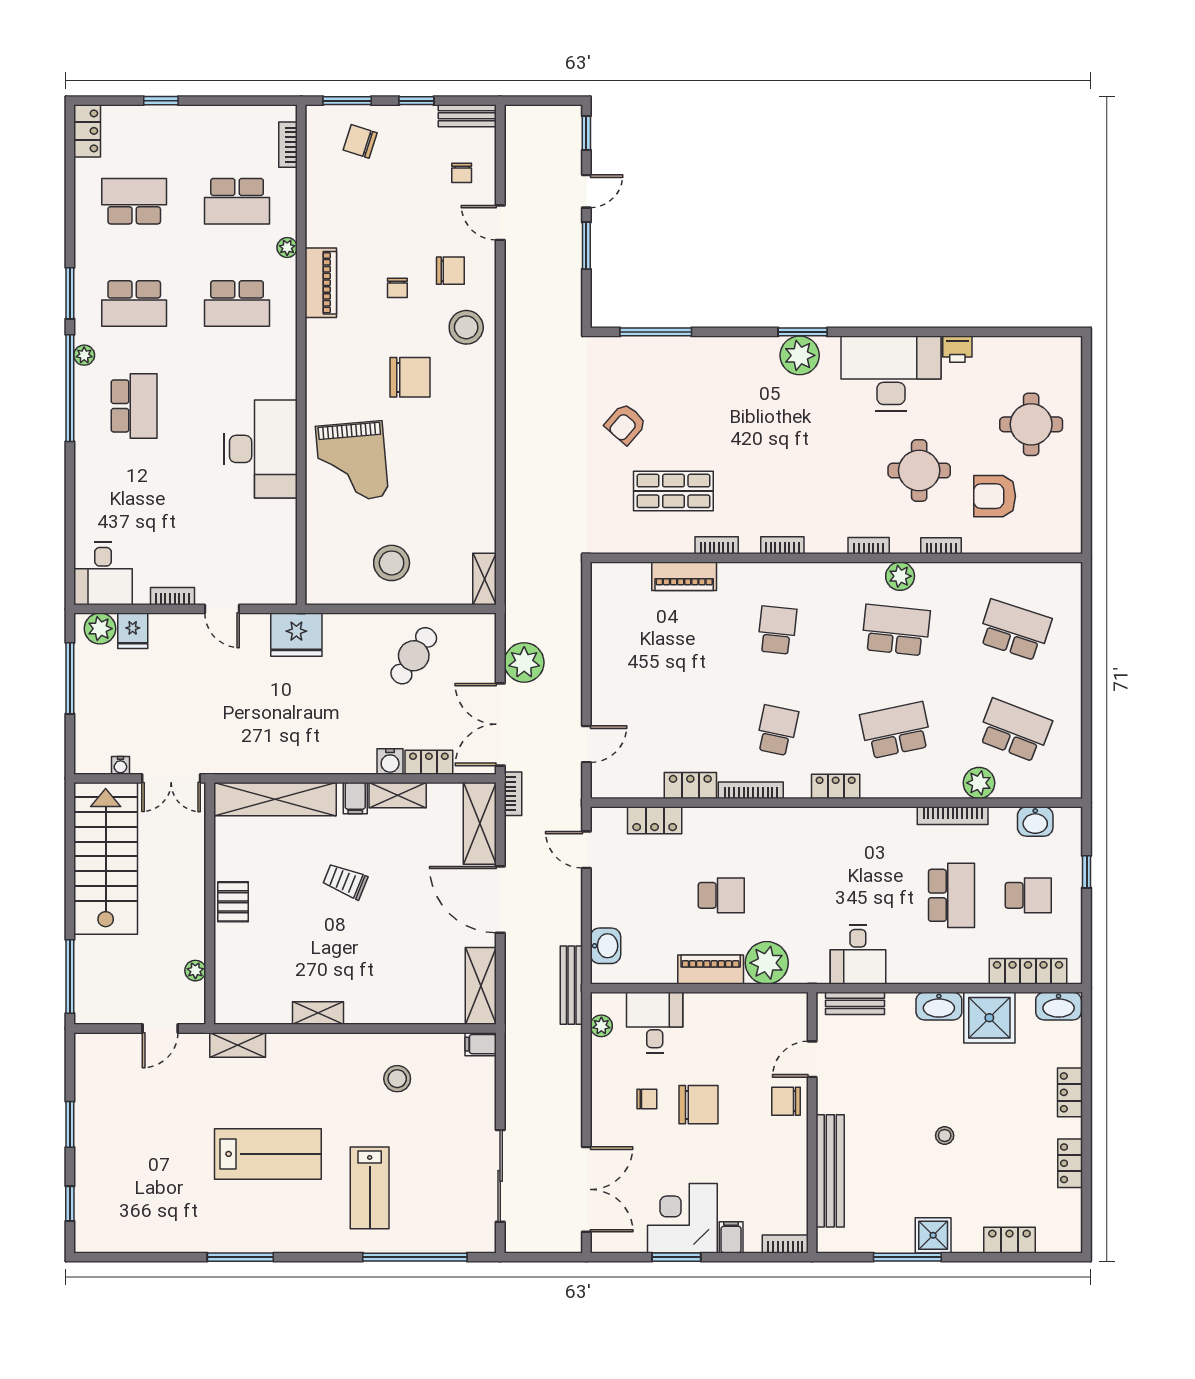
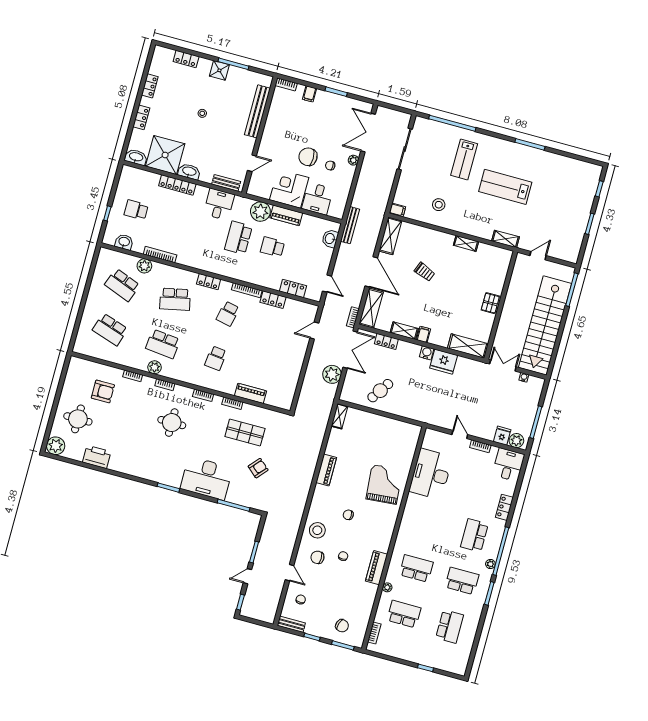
locker: (87, 131) -> (504, 507), moved
school desk: (134, 201) -> (450, 626), turned -90
printer: (957, 349) -> (97, 457), width x1.87, depth x1.48
plant: (800, 355) -> (56, 446), moved
desk: (891, 373) -> (206, 478), moved
chair: (410, 377) -> (348, 515), width x0.54, depth x0.54
desk: (260, 449) -> (431, 474), moved
piano: (482, 459) -> (326, 470), added
round table: (919, 471) -> (172, 423), moved
stool: (392, 563) -> (379, 435), removed
fridge: (296, 635) -> (444, 362), moved, turned 180
water cooler: (390, 761) -> (427, 353), moved
shelving: (275, 799) -> (468, 346), width x0.68
stairs: (106, 858) -> (545, 326), width x1.36
trolley: (345, 881) -> (425, 272), moved
school desk: (952, 895) -> (238, 238), moved
plant: (195, 971) -> (515, 277), removed
locker: (1028, 971) -> (177, 185), moved
shower: (989, 1018) -> (165, 155), width x1.37, depth x1.37
plant: (601, 1026) -> (353, 160), moved
chair: (786, 1101) -> (269, 148), removed
lab bench: (370, 1188) -> (464, 160), turned 180
corner desk: (682, 1218) -> (289, 189), moved, turned 180

